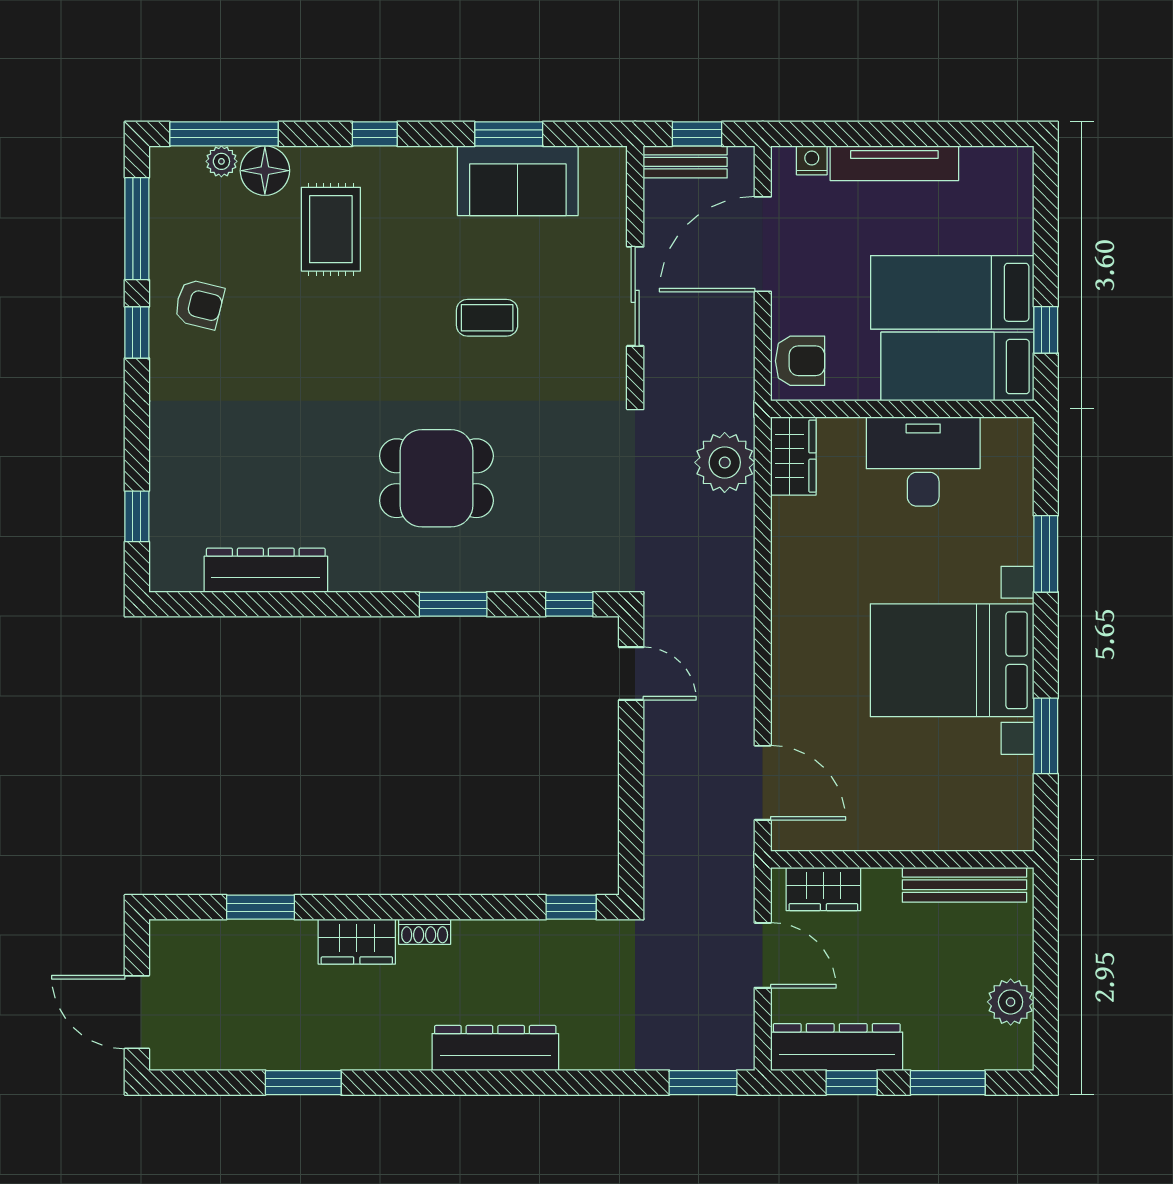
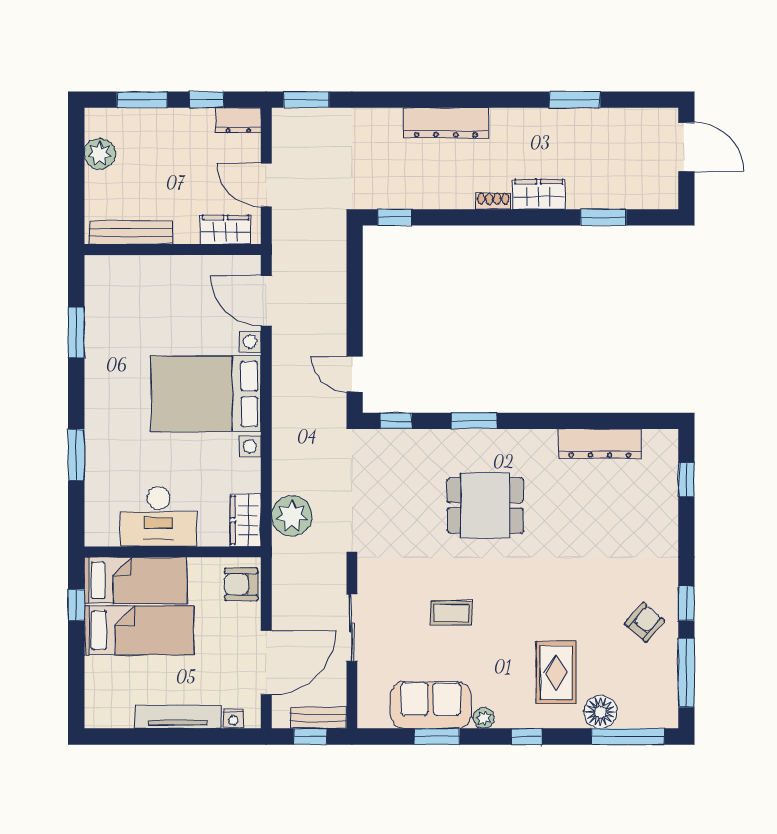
plant: (221, 161) -> (484, 718), moved
armchair: (199, 304) -> (645, 622), turned 117
bed with nightstands: (952, 660) -> (206, 394), moved, turned 180
dresser: (837, 1047) -> (238, 120), width x0.51, depth x0.80

